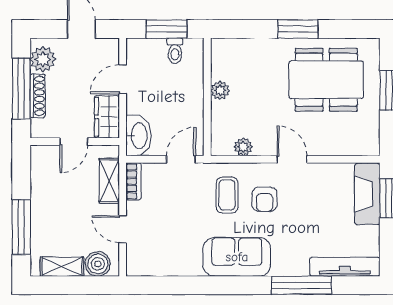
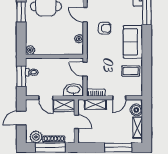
plant: (220, 90) -> (30, 50), moved
door: (292, 159) -> (85, 15), hinge flipped
coffee table: (227, 195) -> (131, 71), moved

